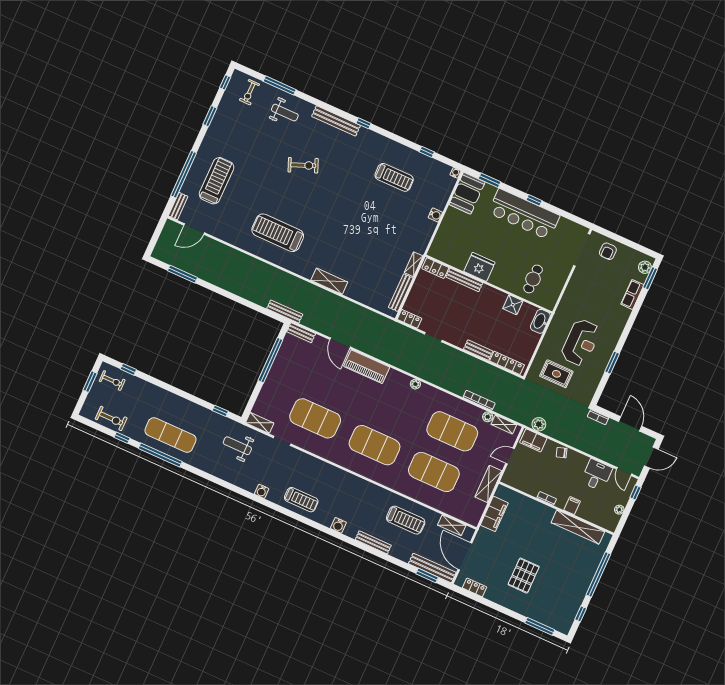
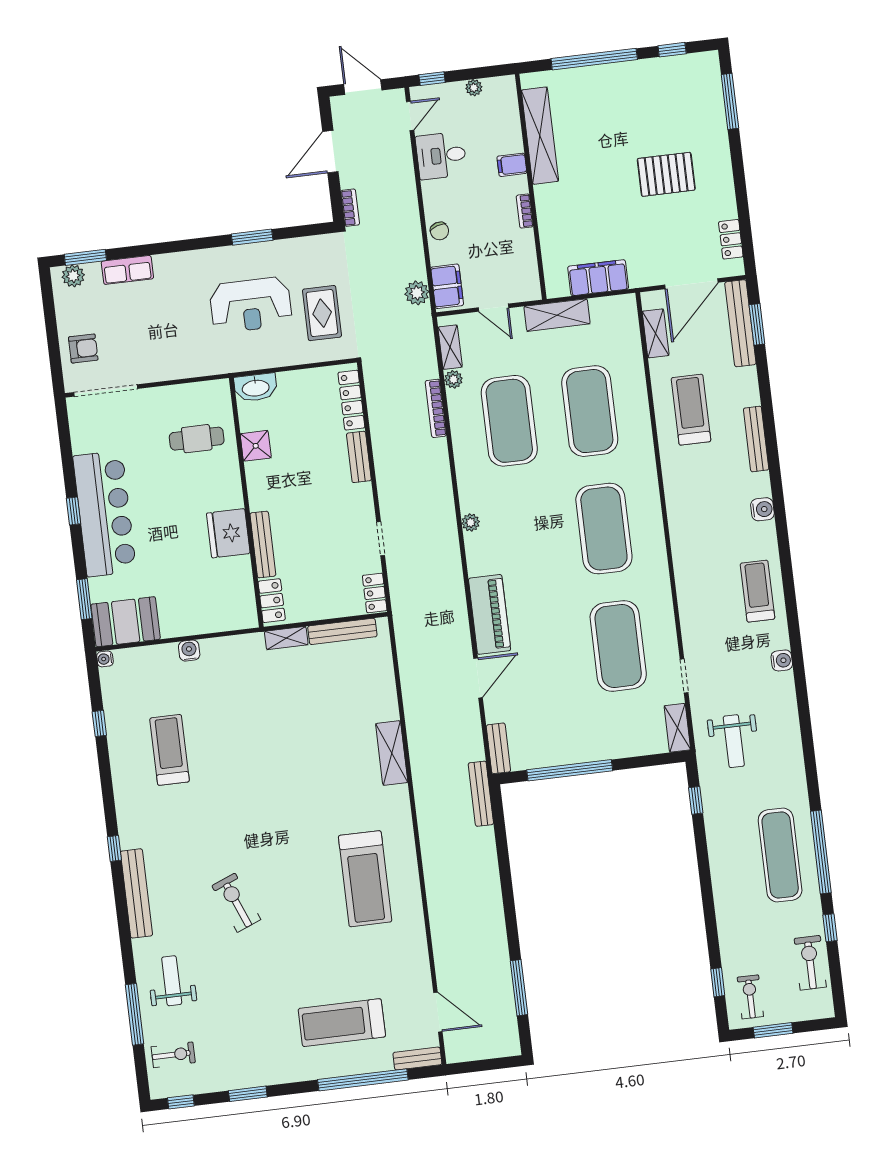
reception desk: (581, 343) -> (251, 305), turned 180

